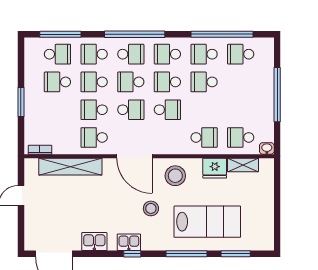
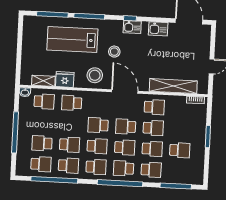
school desk: (57, 54) -> (42, 143), moved
window: (236, 254) -> (52, 14), width x1.44

